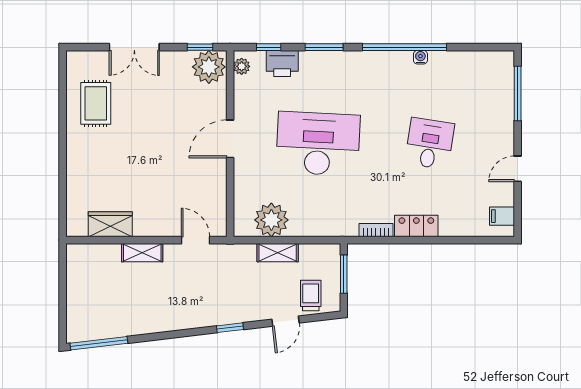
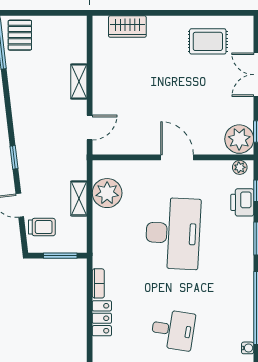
water cooler: (420, 57) -> (248, 348), moved
wardrobe: (110, 224) -> (127, 27), moved, turned 90
pallet: (88, 321) -> (20, 35), added

